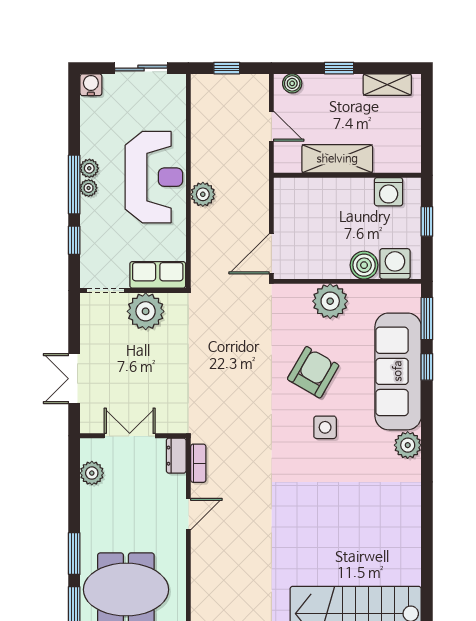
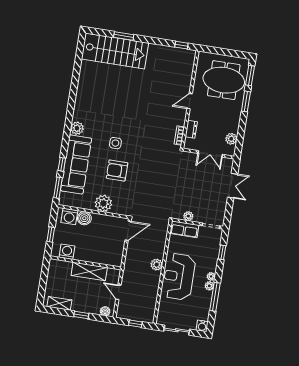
window: (74, 185) -> (215, 297), moved
plant: (146, 311) -> (188, 216), width x0.53, depth x0.53
armchair: (313, 372) -> (117, 171), turned 60
dresser: (176, 456) -> (191, 129), moved
door: (188, 514) -> (190, 101), moved

